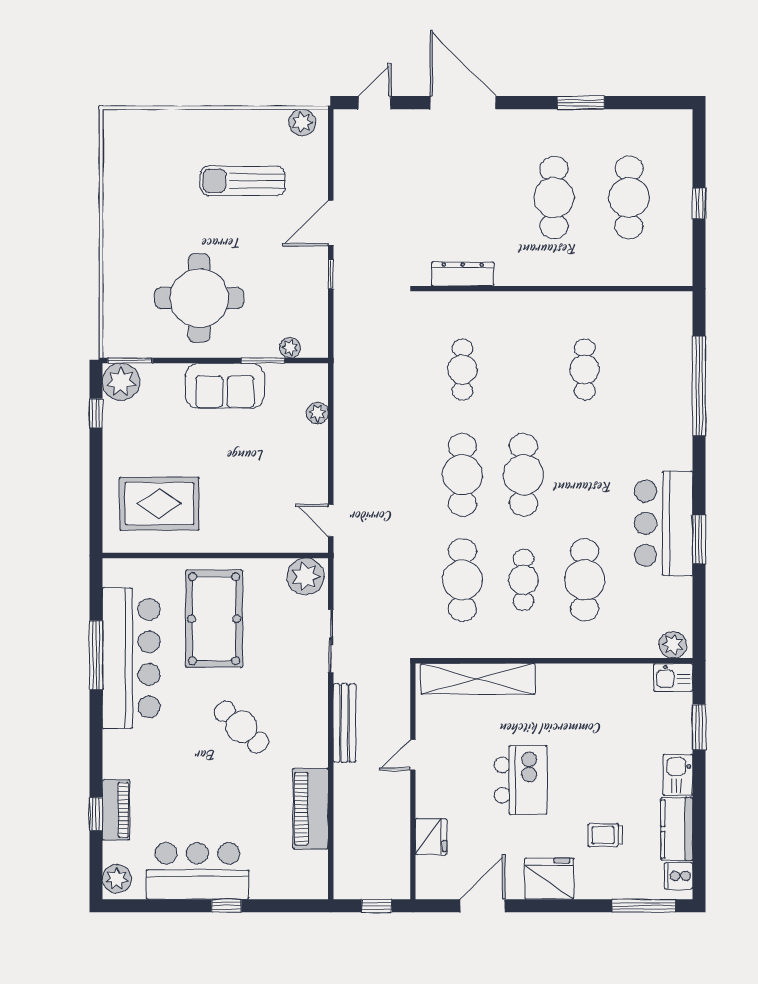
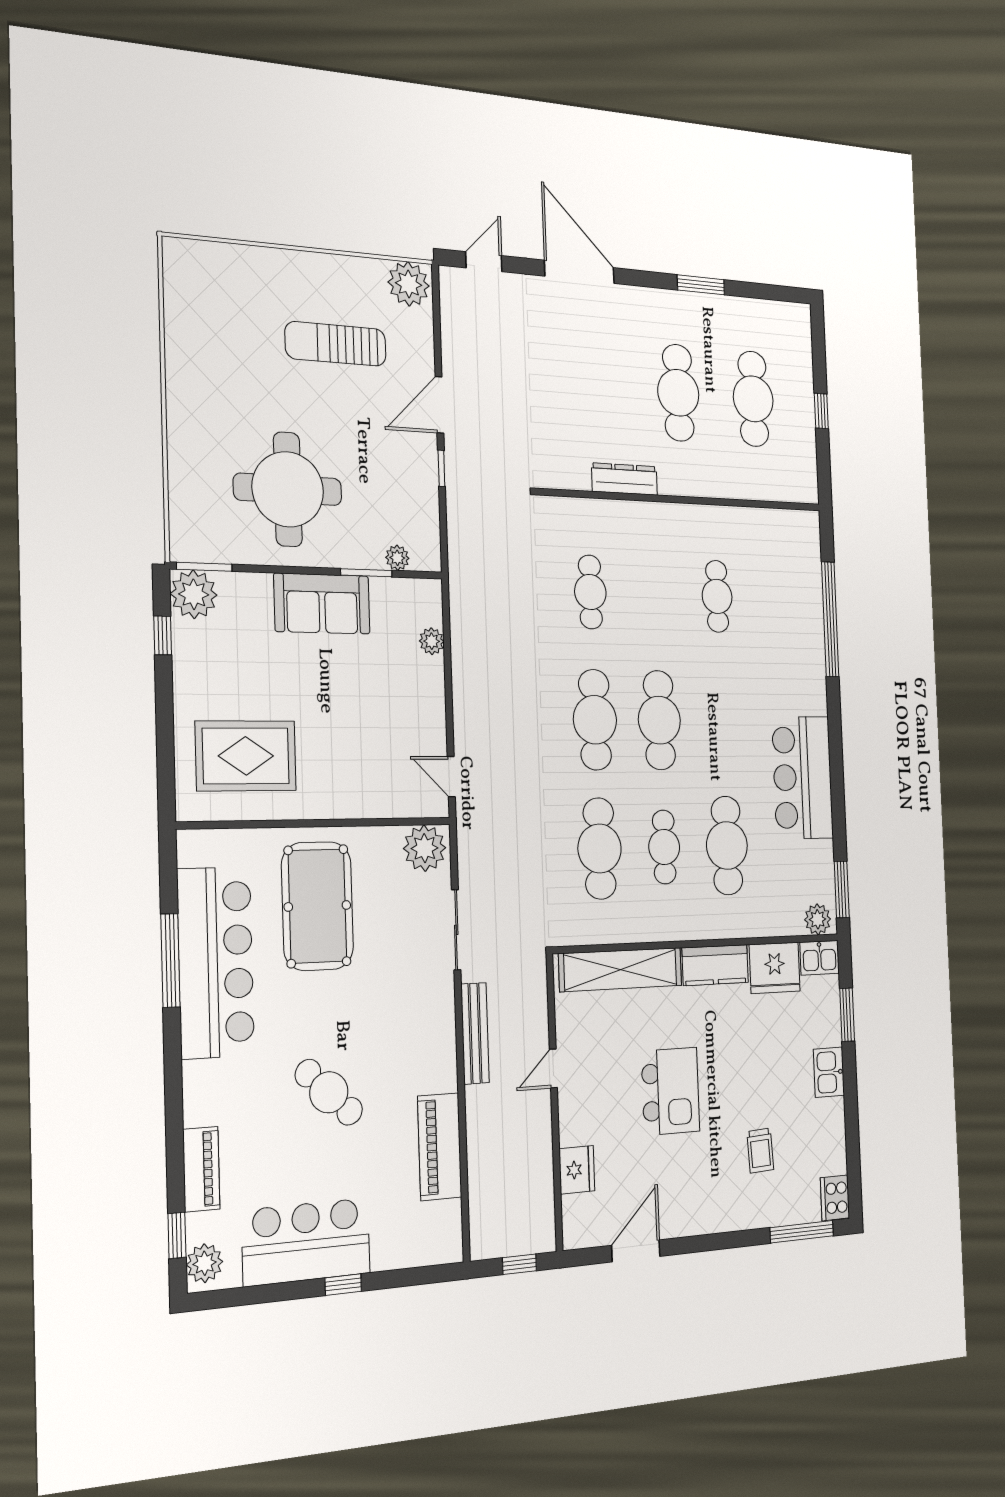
plant: (302, 122) -> (409, 284), width x1.36, depth x1.36
dresser: (463, 274) -> (625, 479), moved
window: (699, 539) -> (842, 889), moved
cafe table: (241, 727) -> (329, 1092), moved
window: (96, 814) -> (177, 1235), moved
kitchen counter: (677, 829) -> (715, 965), moved, turned -90
trolley: (606, 835) -> (760, 1151), turned -93
cooker: (679, 876) -> (835, 1198), width x1.36
fridge: (549, 879) -> (775, 968), moved, turned 180

